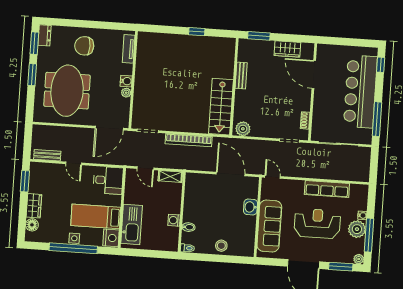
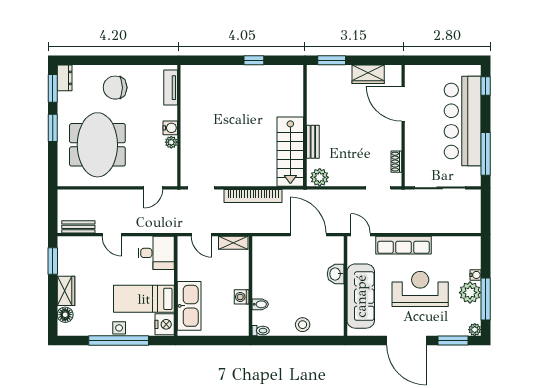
bench: (241, 76) -> (313, 142), moved
door: (109, 128) -> (153, 188), width x0.53
row of seats: (327, 189) -> (403, 245), moved

